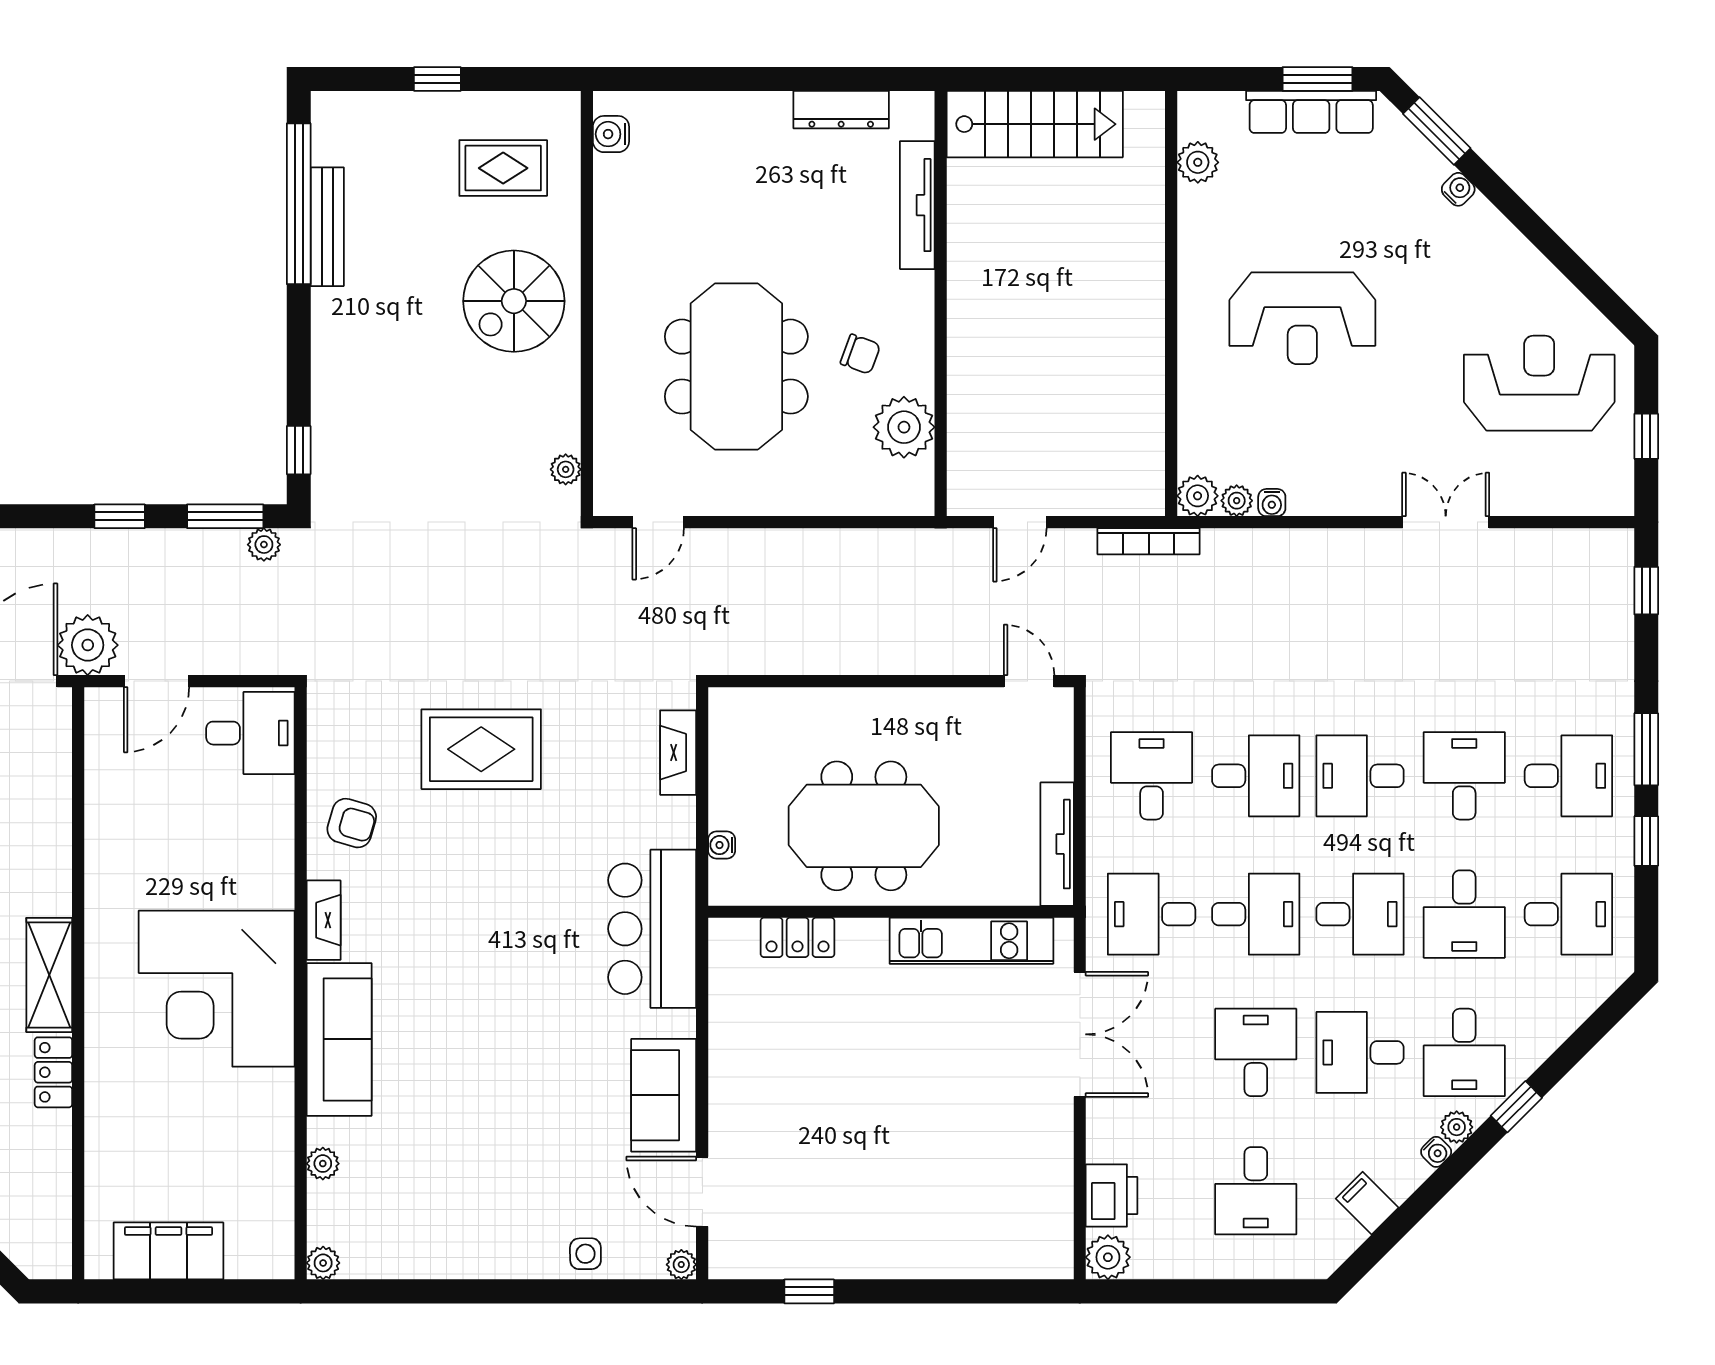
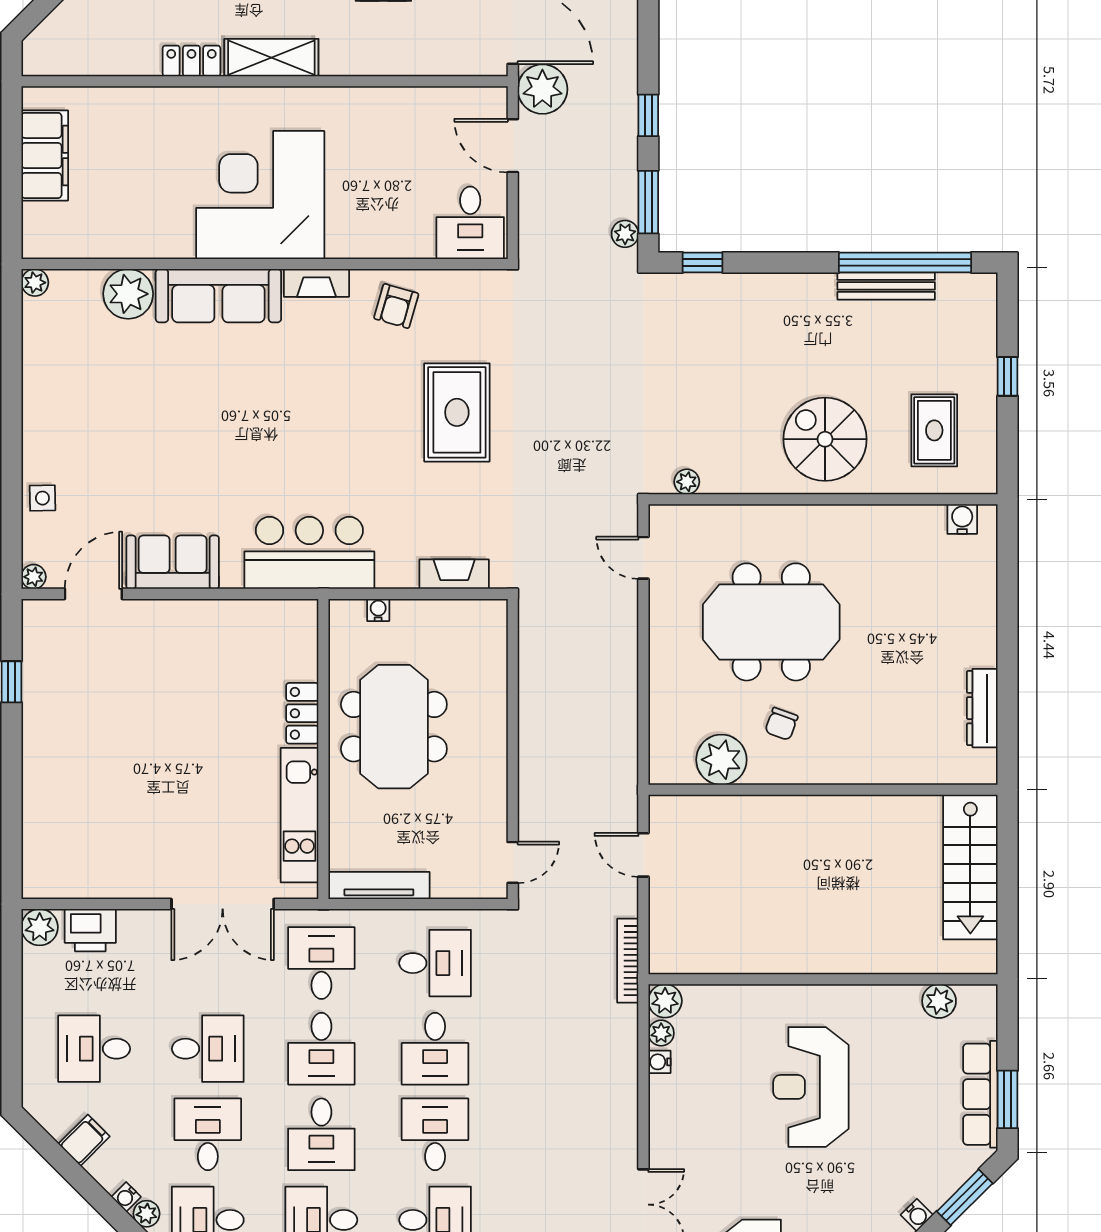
tv unit: (917, 205) -> (904, 771), removed
locker: (798, 937) -> (302, 713), moved
plant: (323, 1164) -> (128, 294), width x1.88, depth x1.88

